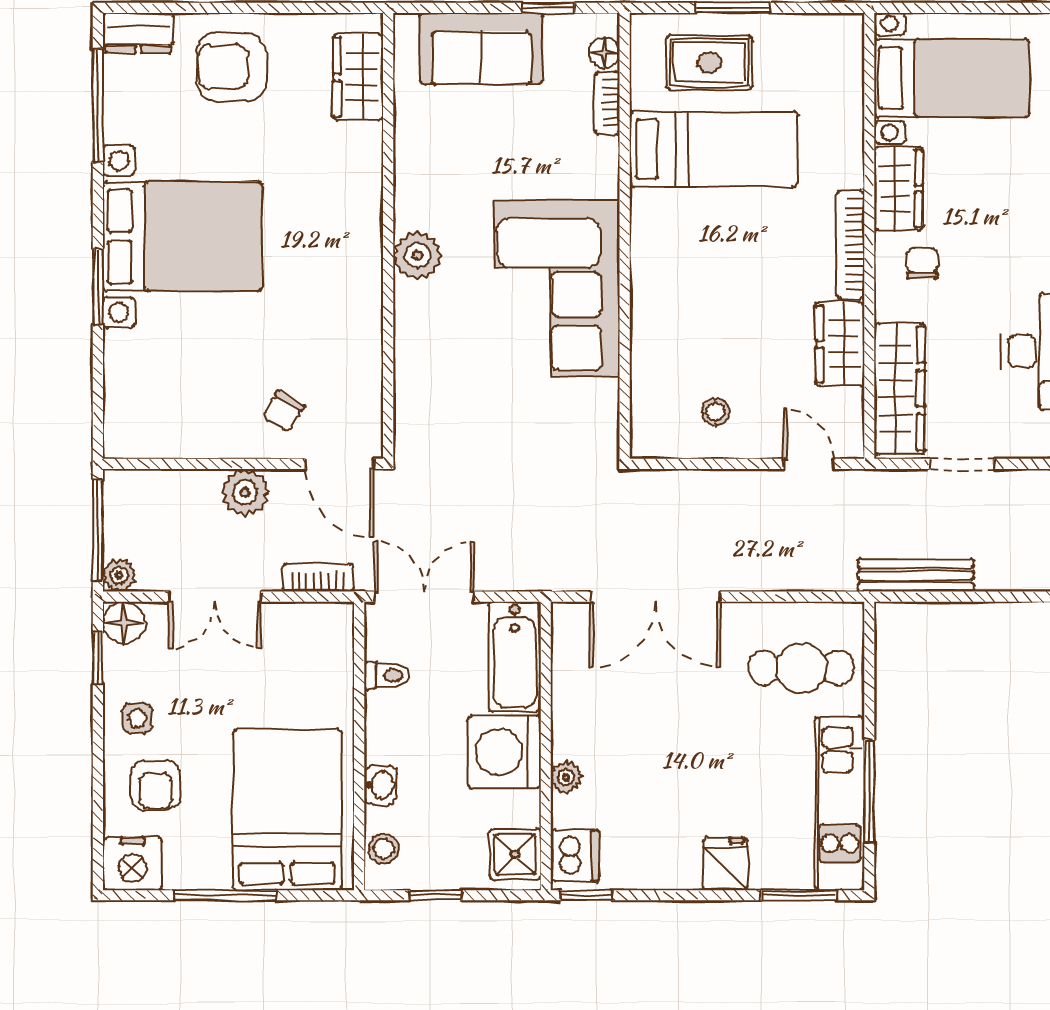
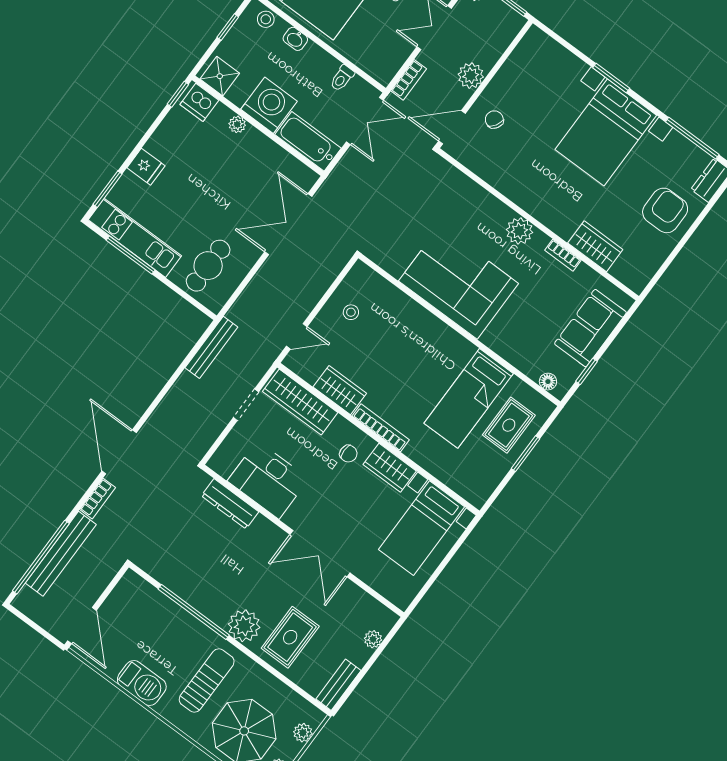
wardrobe: (358, 77) -> (595, 246), moved
bookcase: (607, 103) -> (563, 255), moved, turned 180

